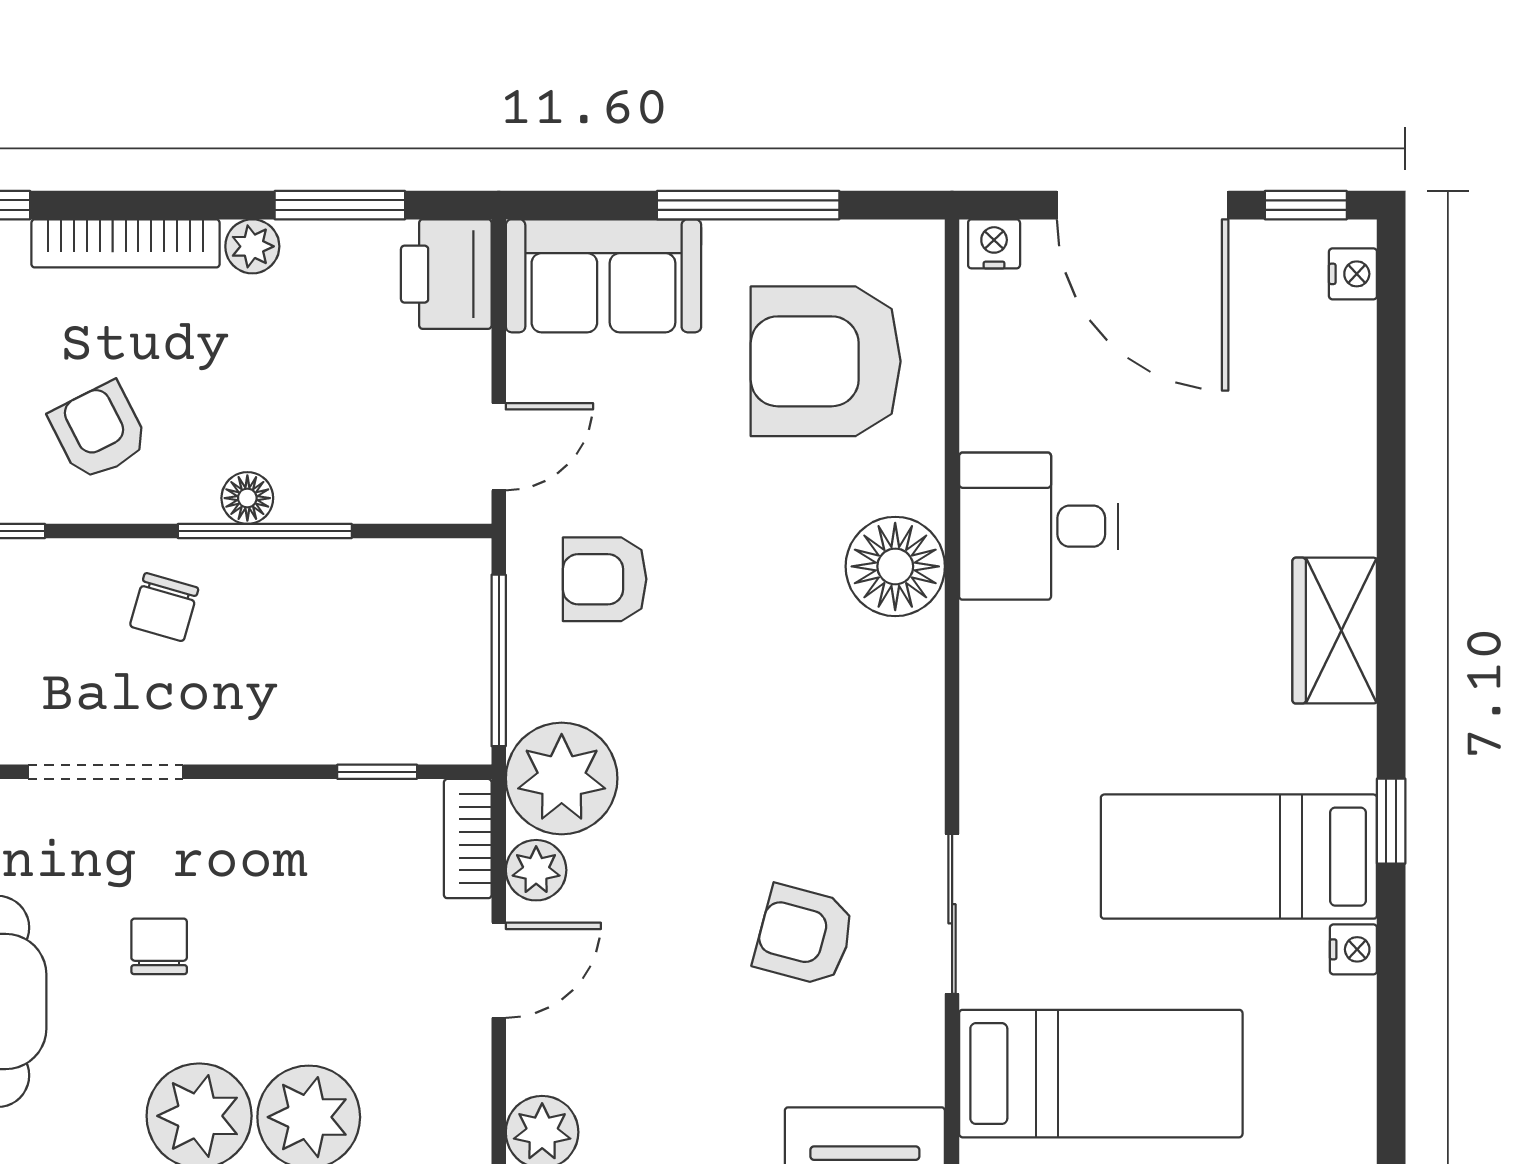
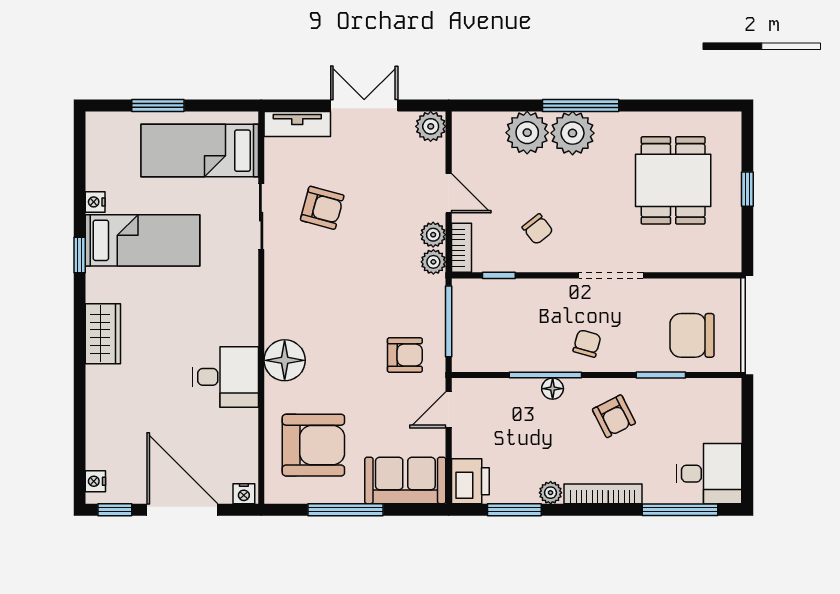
plant: (562, 778) -> (433, 262), width x0.53, depth x0.53
chair: (159, 946) -> (538, 229), moved, turned -38
door: (499, 970) -> (449, 193), swing flipped

